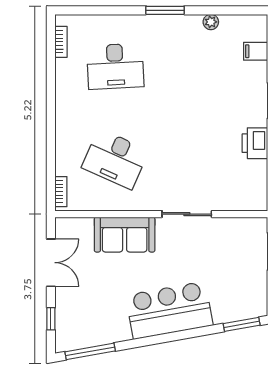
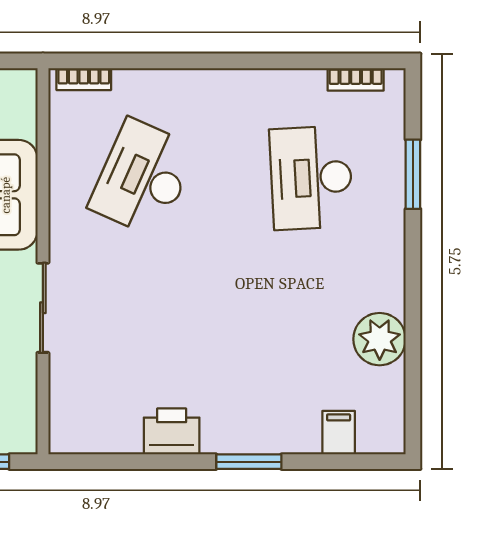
window: (165, 10) -> (413, 174), moved
plant: (211, 22) -> (380, 339), width x1.88, depth x1.88

